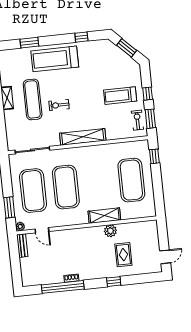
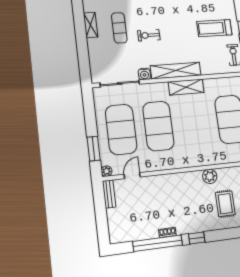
exercise mat: (33, 99) -> (119, 28), width x0.73, depth x0.69
water cooler: (54, 141) -> (144, 74), added
shelving: (104, 216) -> (186, 87), moved
door: (42, 230) -> (132, 176), swing flipped
window: (114, 282) -> (197, 238), moved

